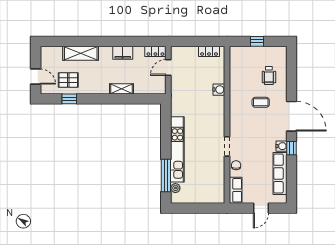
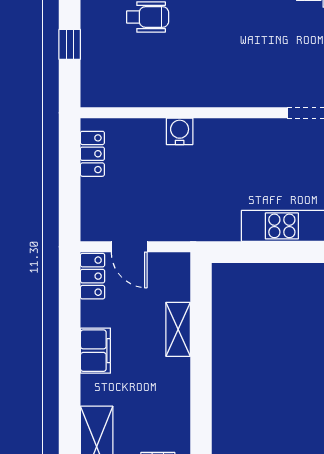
shelving: (121, 89) -> (178, 329), moved
coffee table: (261, 102) -> (209, 36), removed

